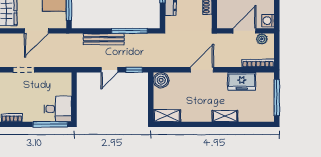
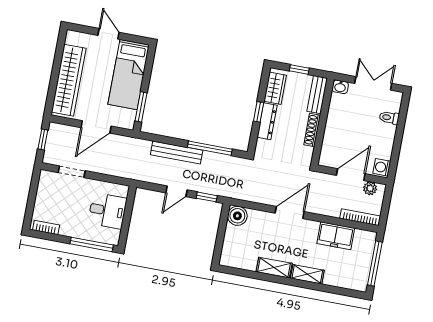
desk: (58, 109) -> (107, 211), moved
shelving: (167, 116) -> (274, 268), moved

